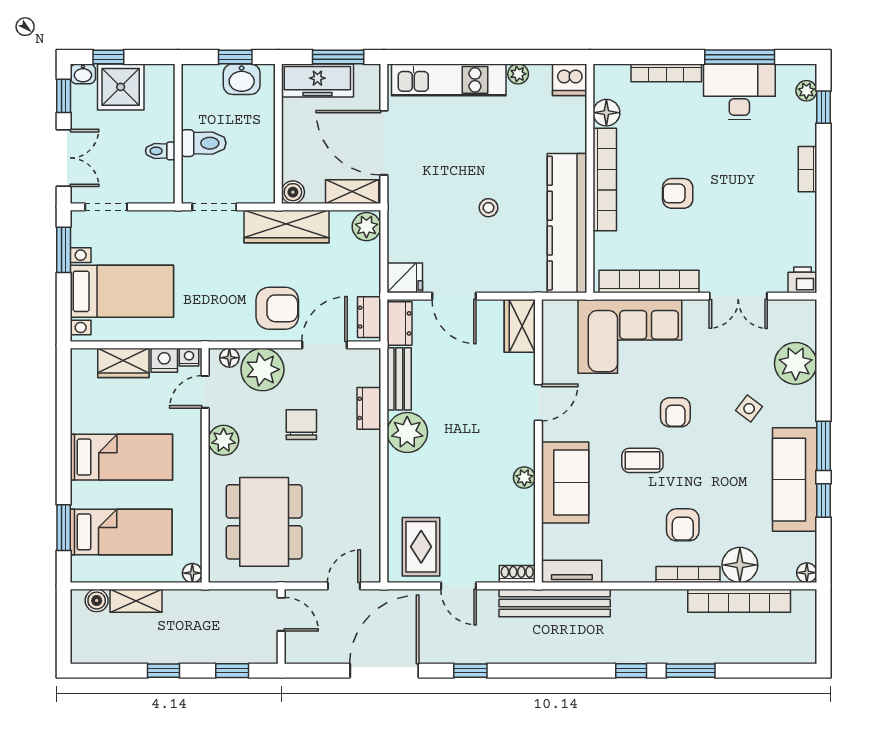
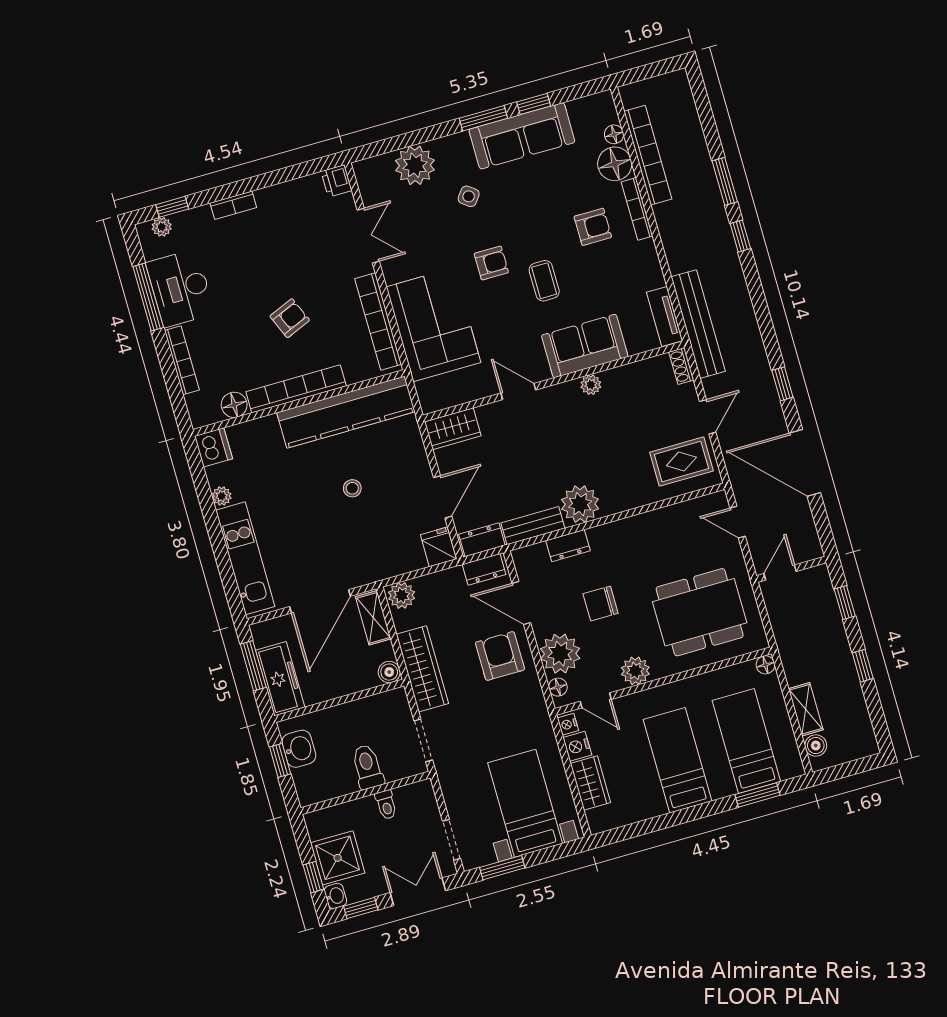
armchair: (678, 193) -> (290, 318), turned -113
floor lamp: (807, 573) -> (614, 134), moved

